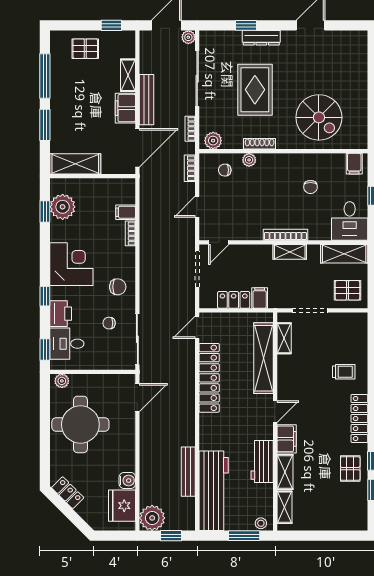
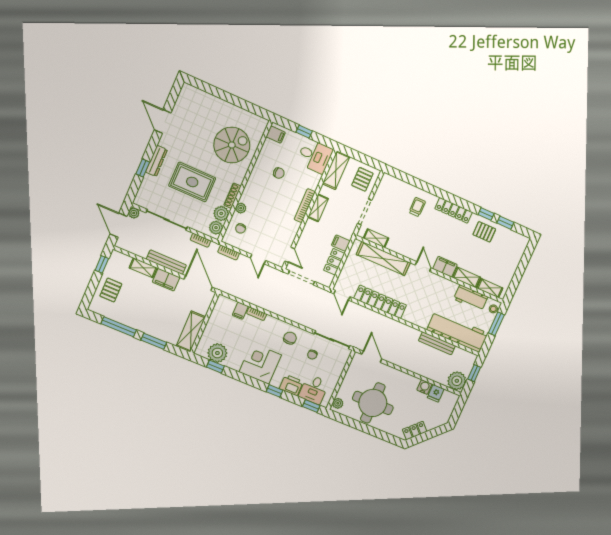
plant: (233, 140) -> (221, 213), added
workbench: (262, 462) -> (471, 298), moved
fridge: (122, 506) -> (436, 393), width x0.53, depth x0.75

